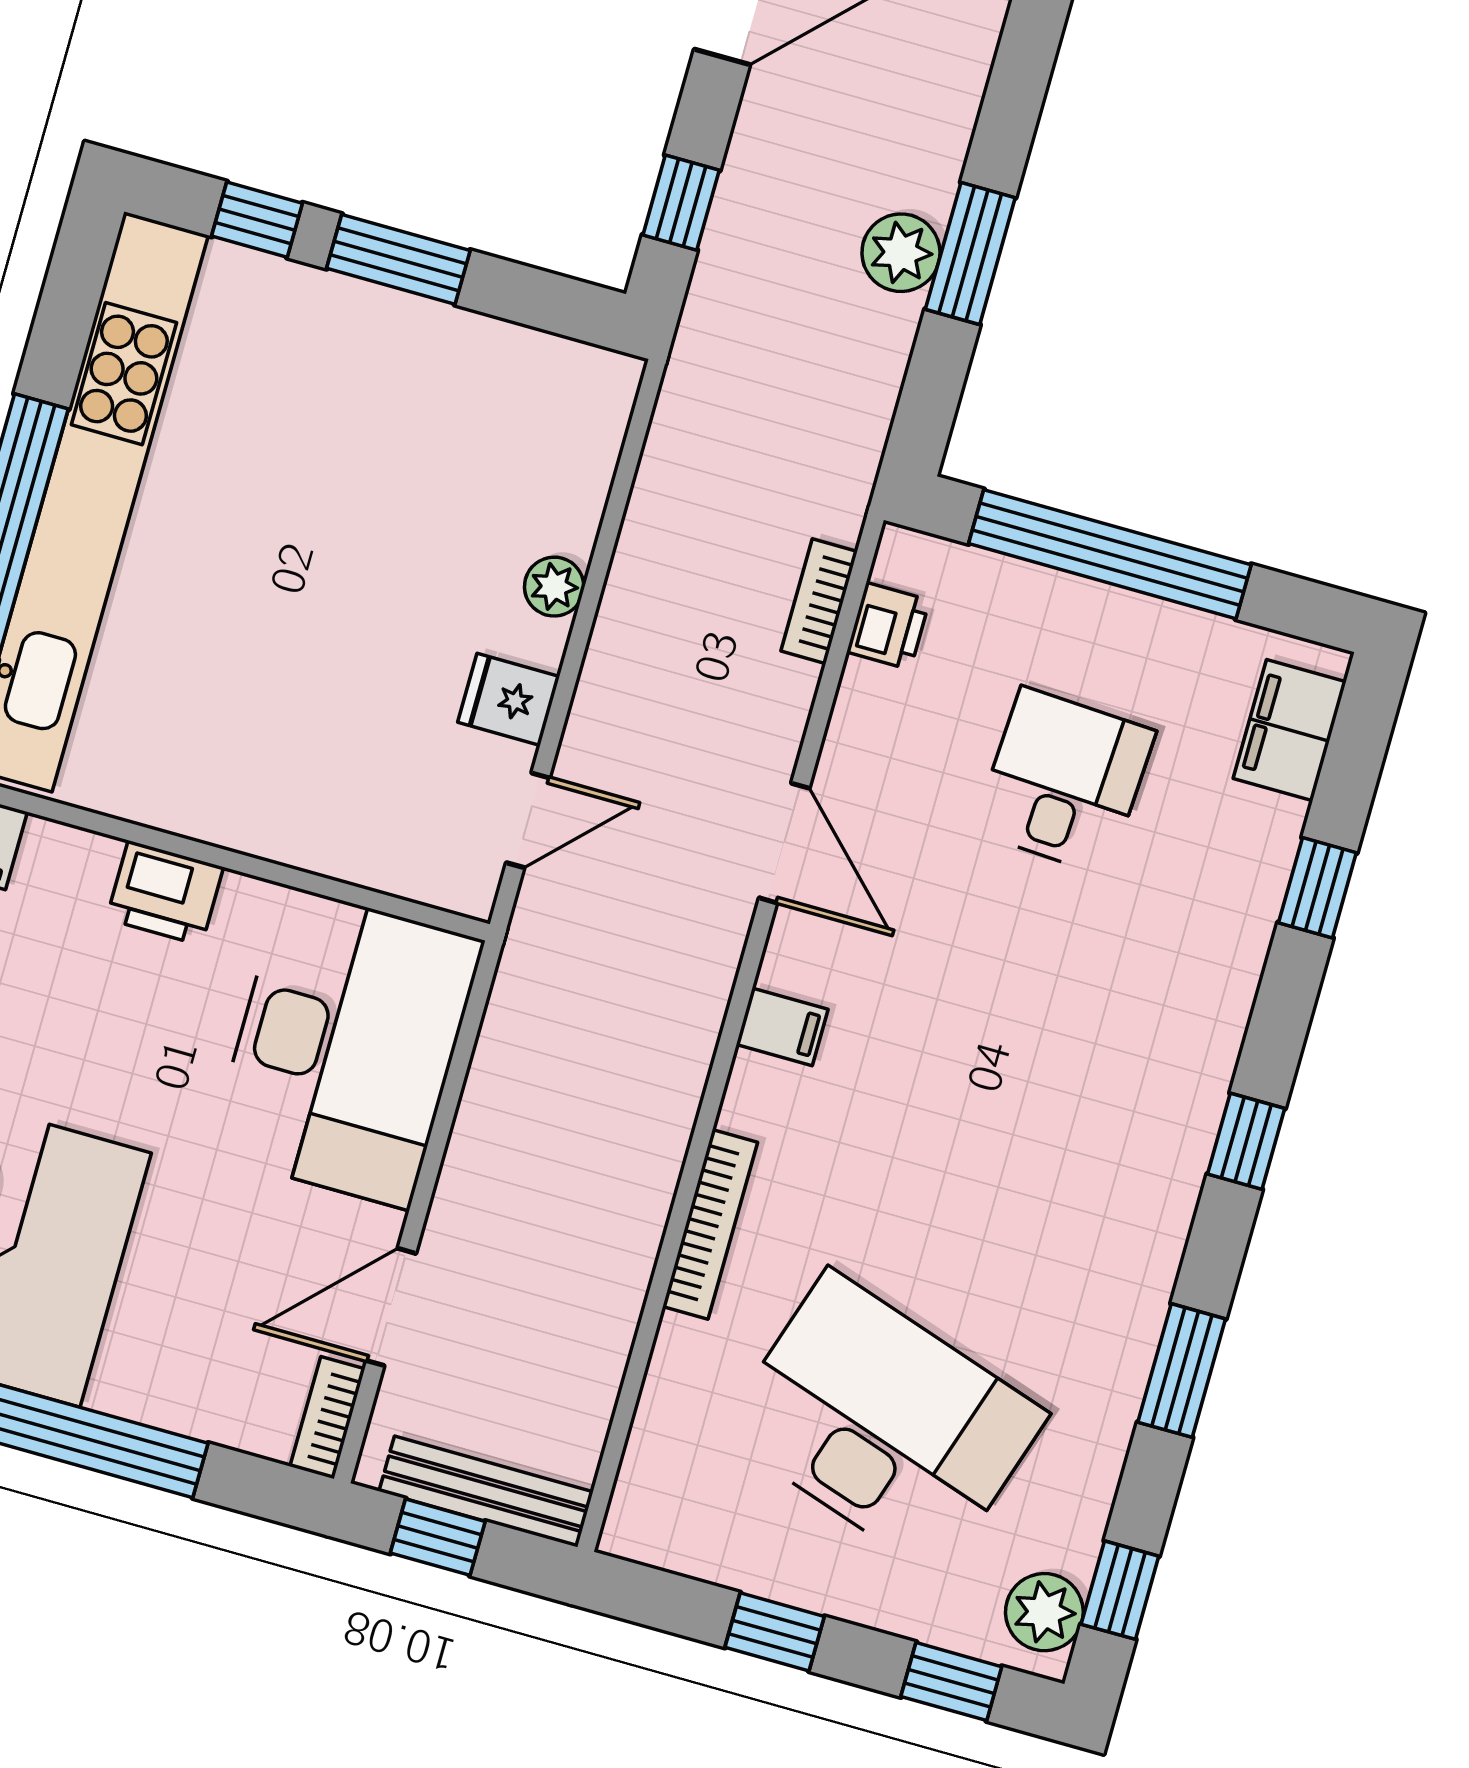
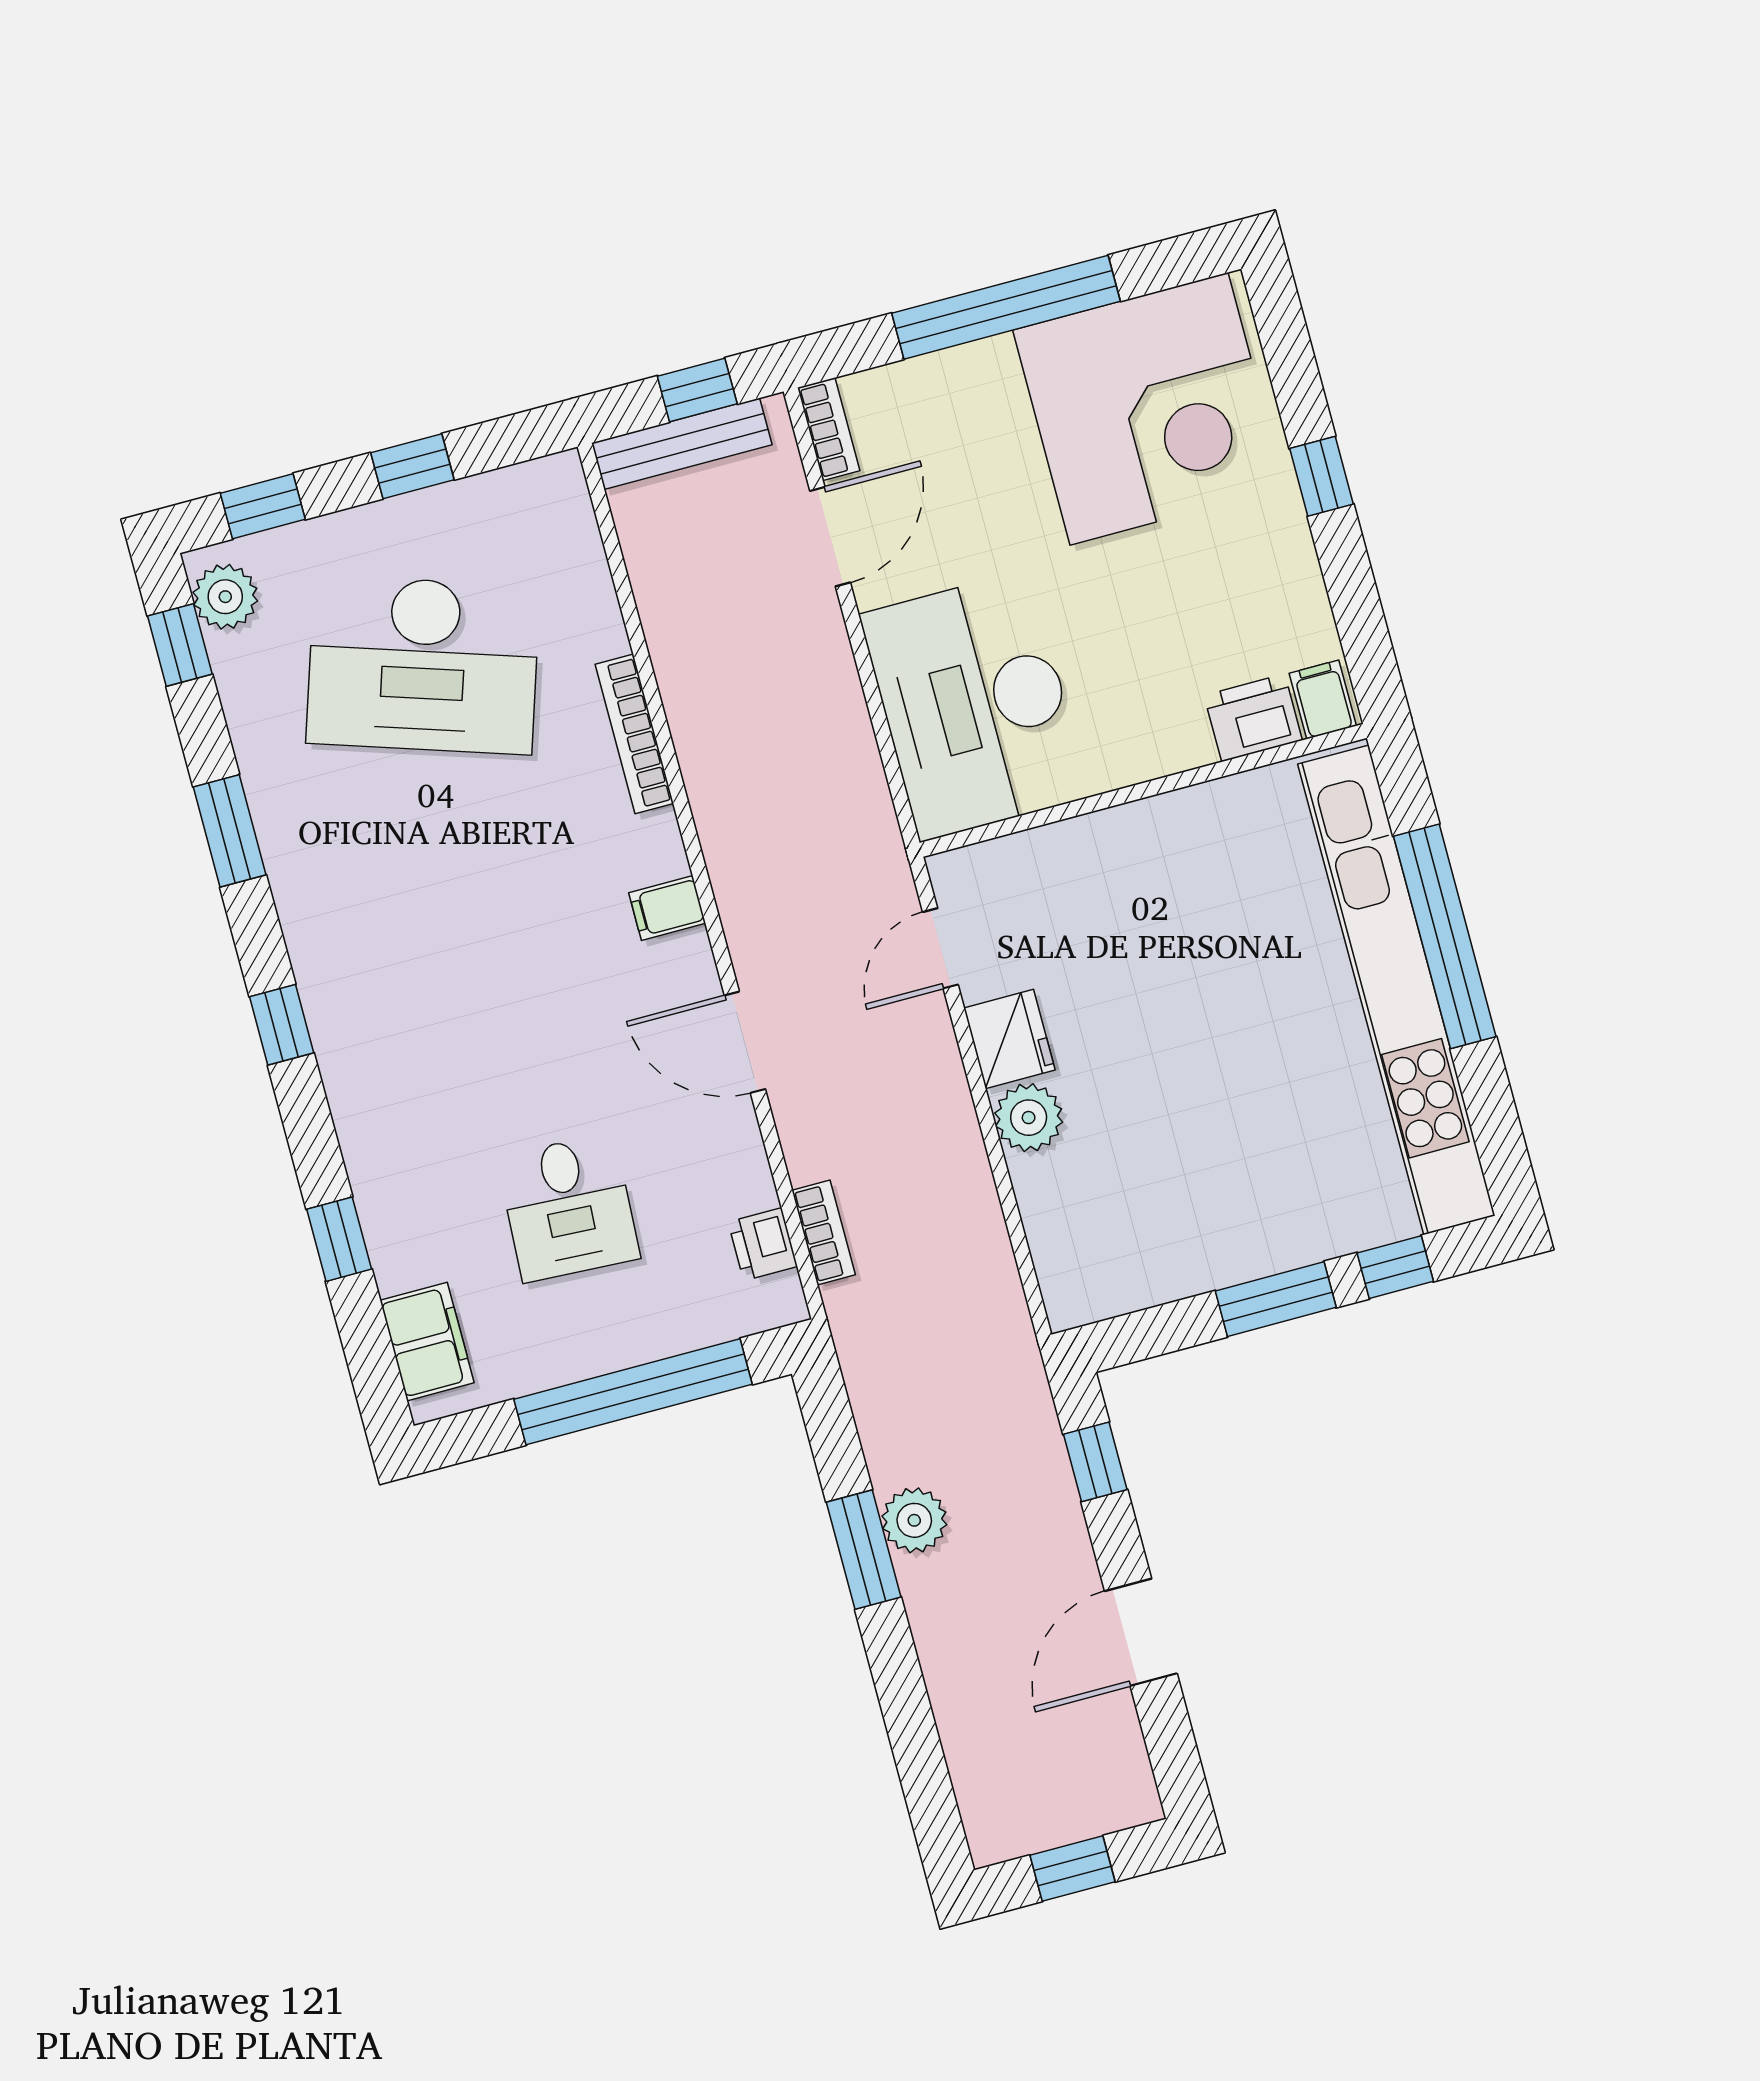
plant: (554, 587) -> (1029, 1118), width x1.38, depth x1.38
fridge: (509, 699) -> (1009, 1039), width x1.38
printer: (165, 893) -> (1253, 718), moved

